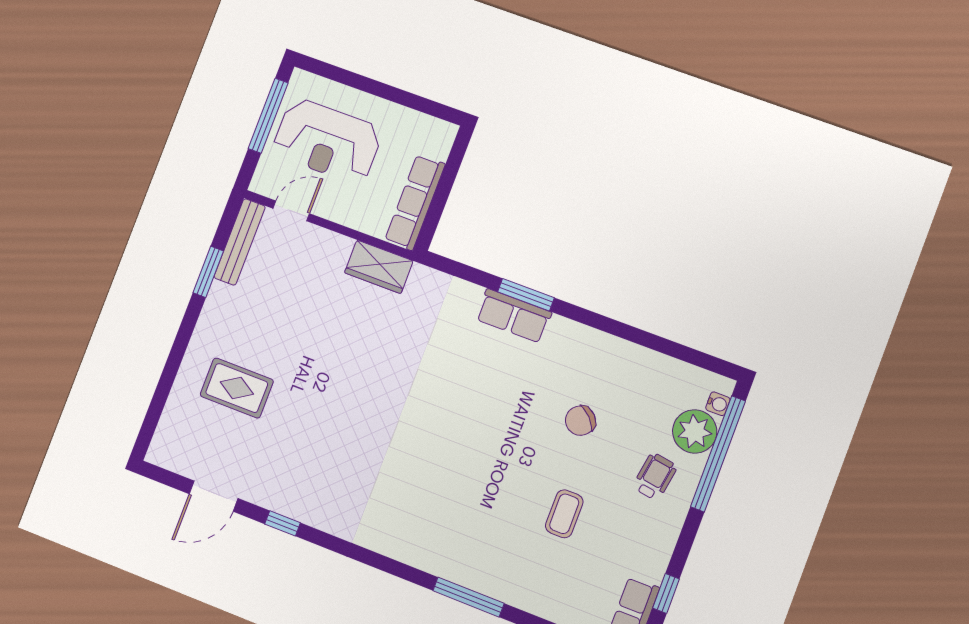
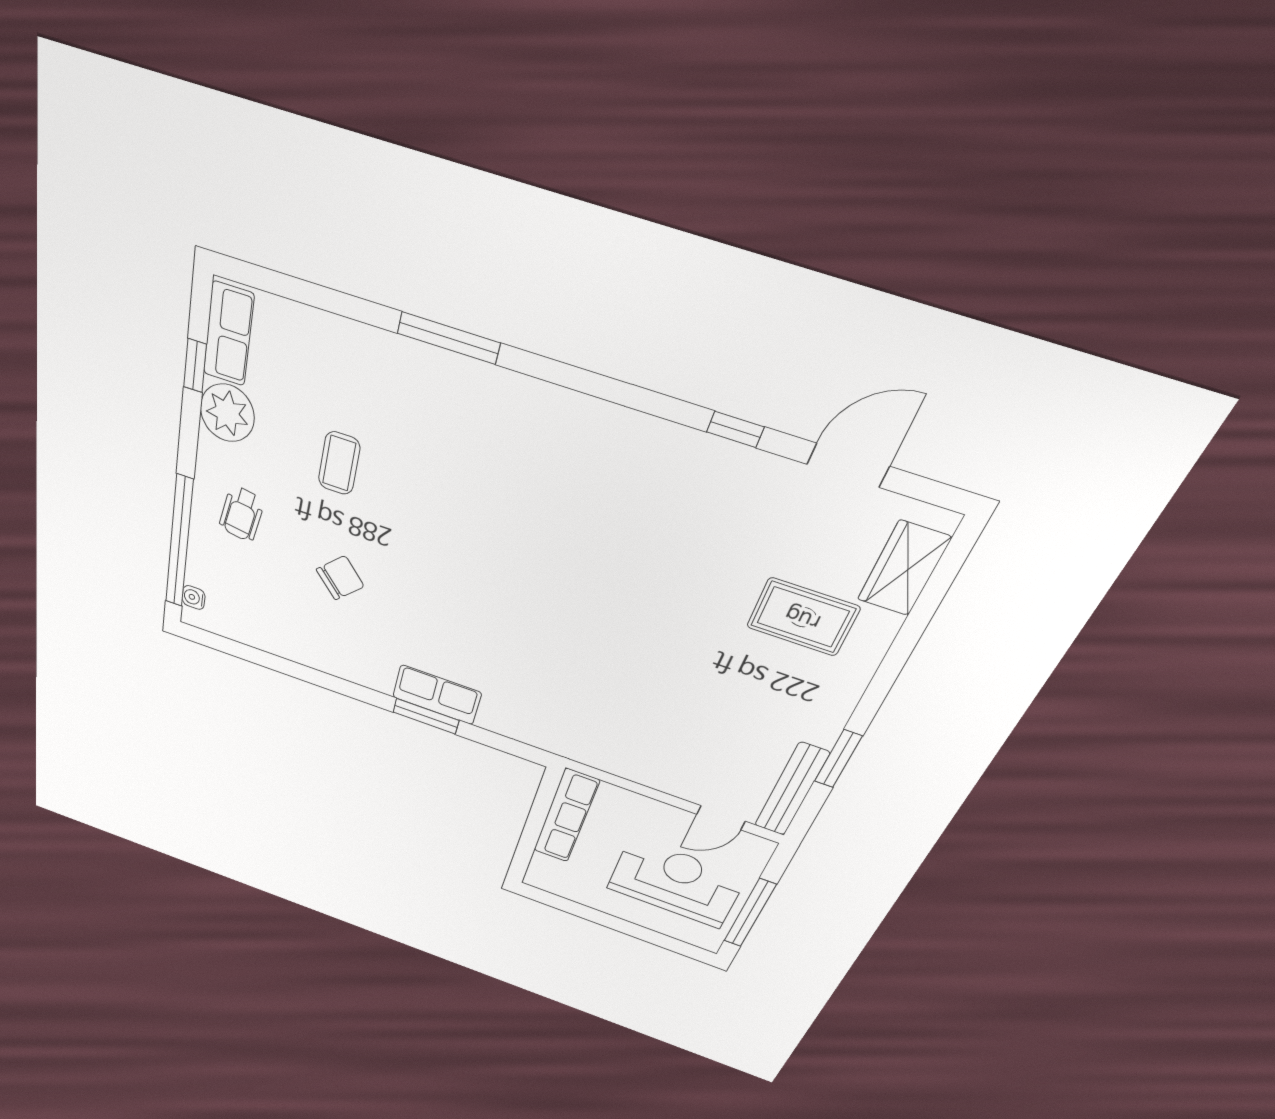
wardrobe: (379, 267) -> (904, 568), moved, turned -90
plant: (695, 431) -> (227, 413), moved

